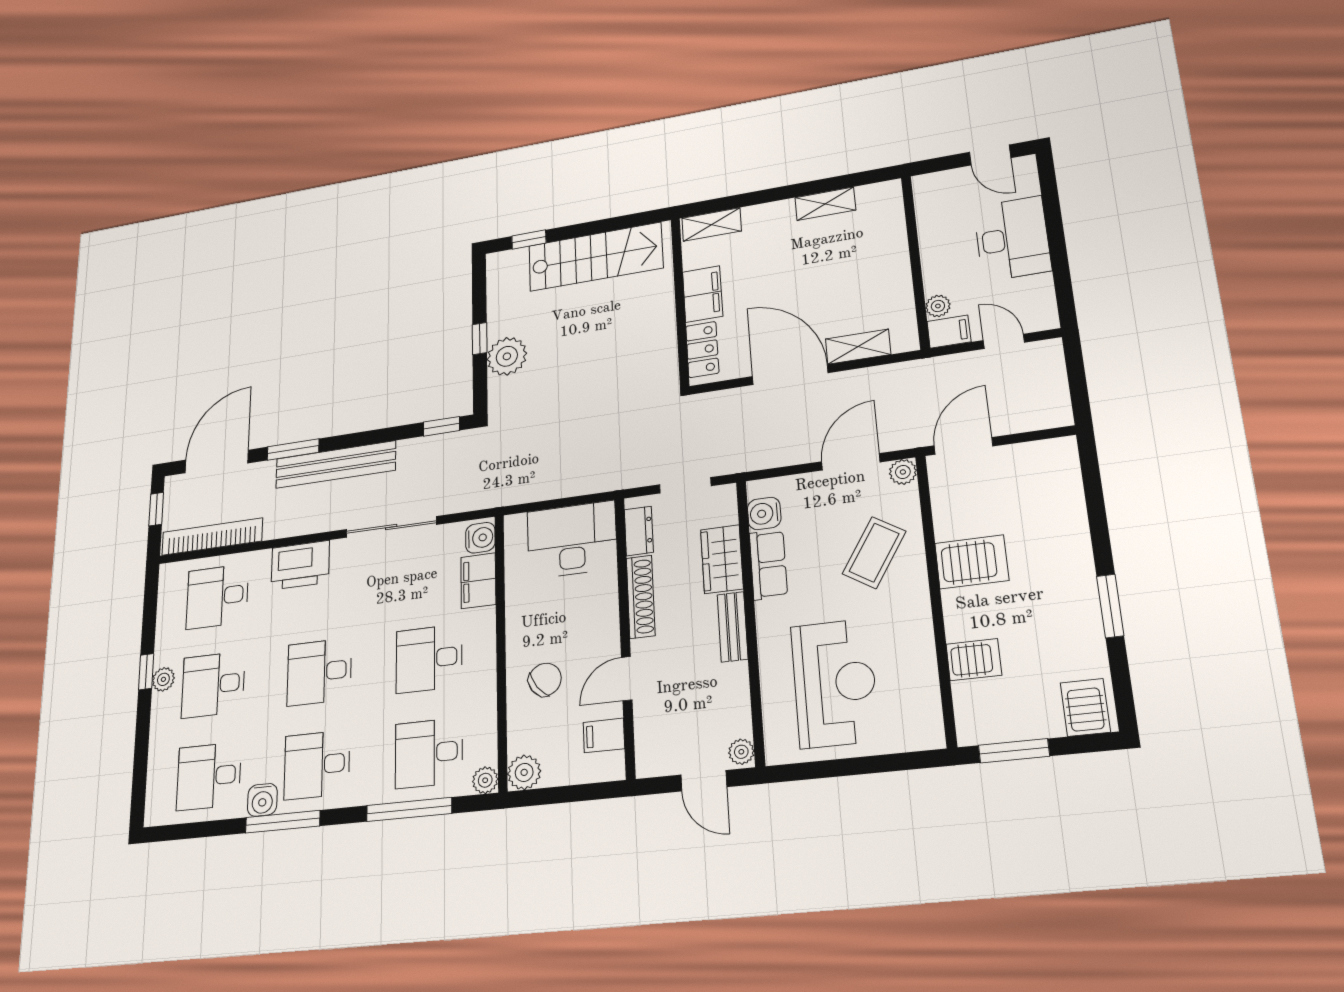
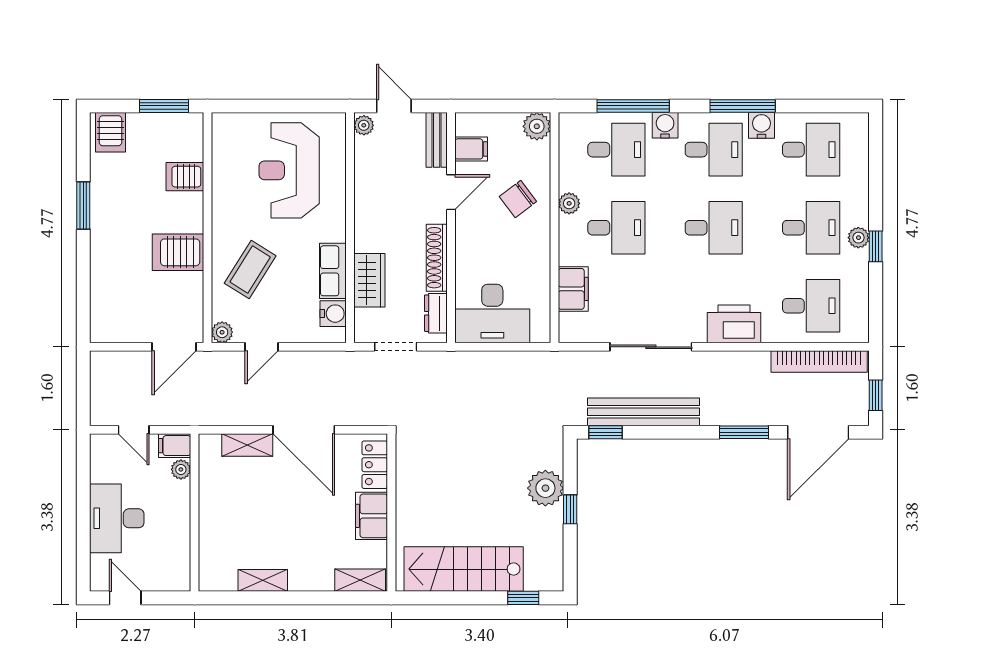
door: (851, 462) -> (261, 347), width x0.73
bench: (335, 464) -> (644, 412), moved
water cooler: (480, 538) -> (665, 125), moved, turned 90
bench: (733, 627) -> (437, 140), moved
plant: (485, 780) -> (569, 203), moved

